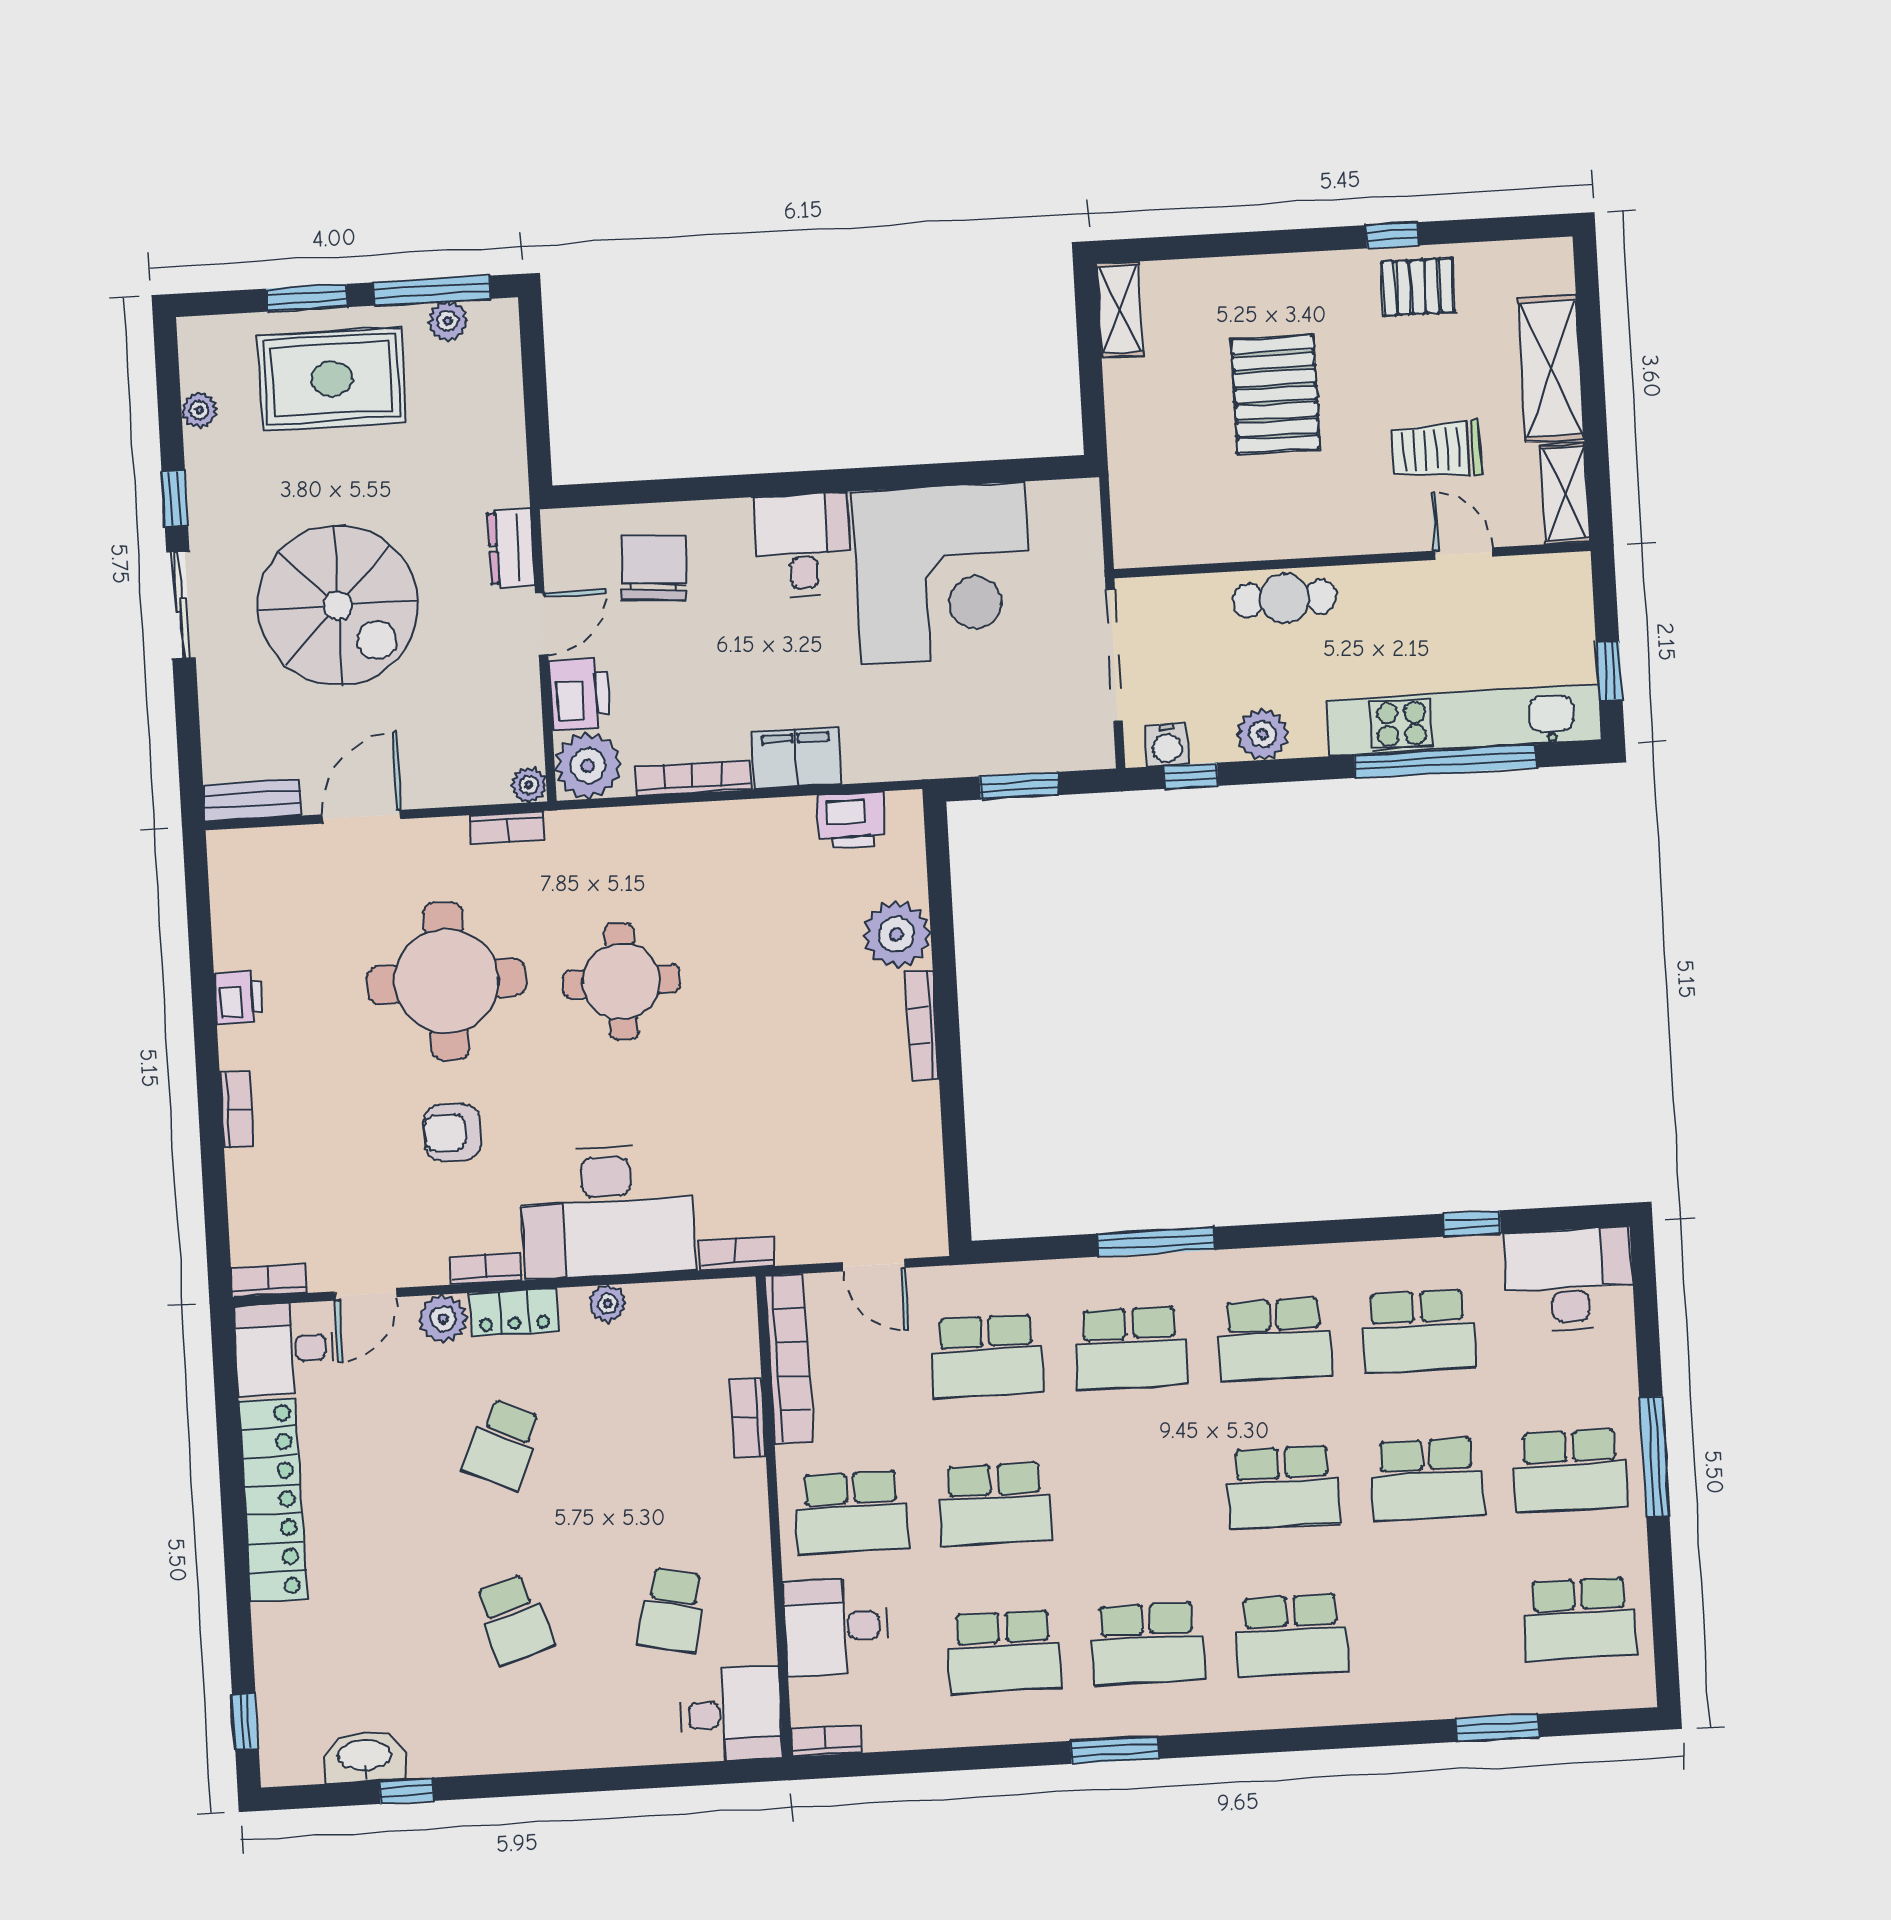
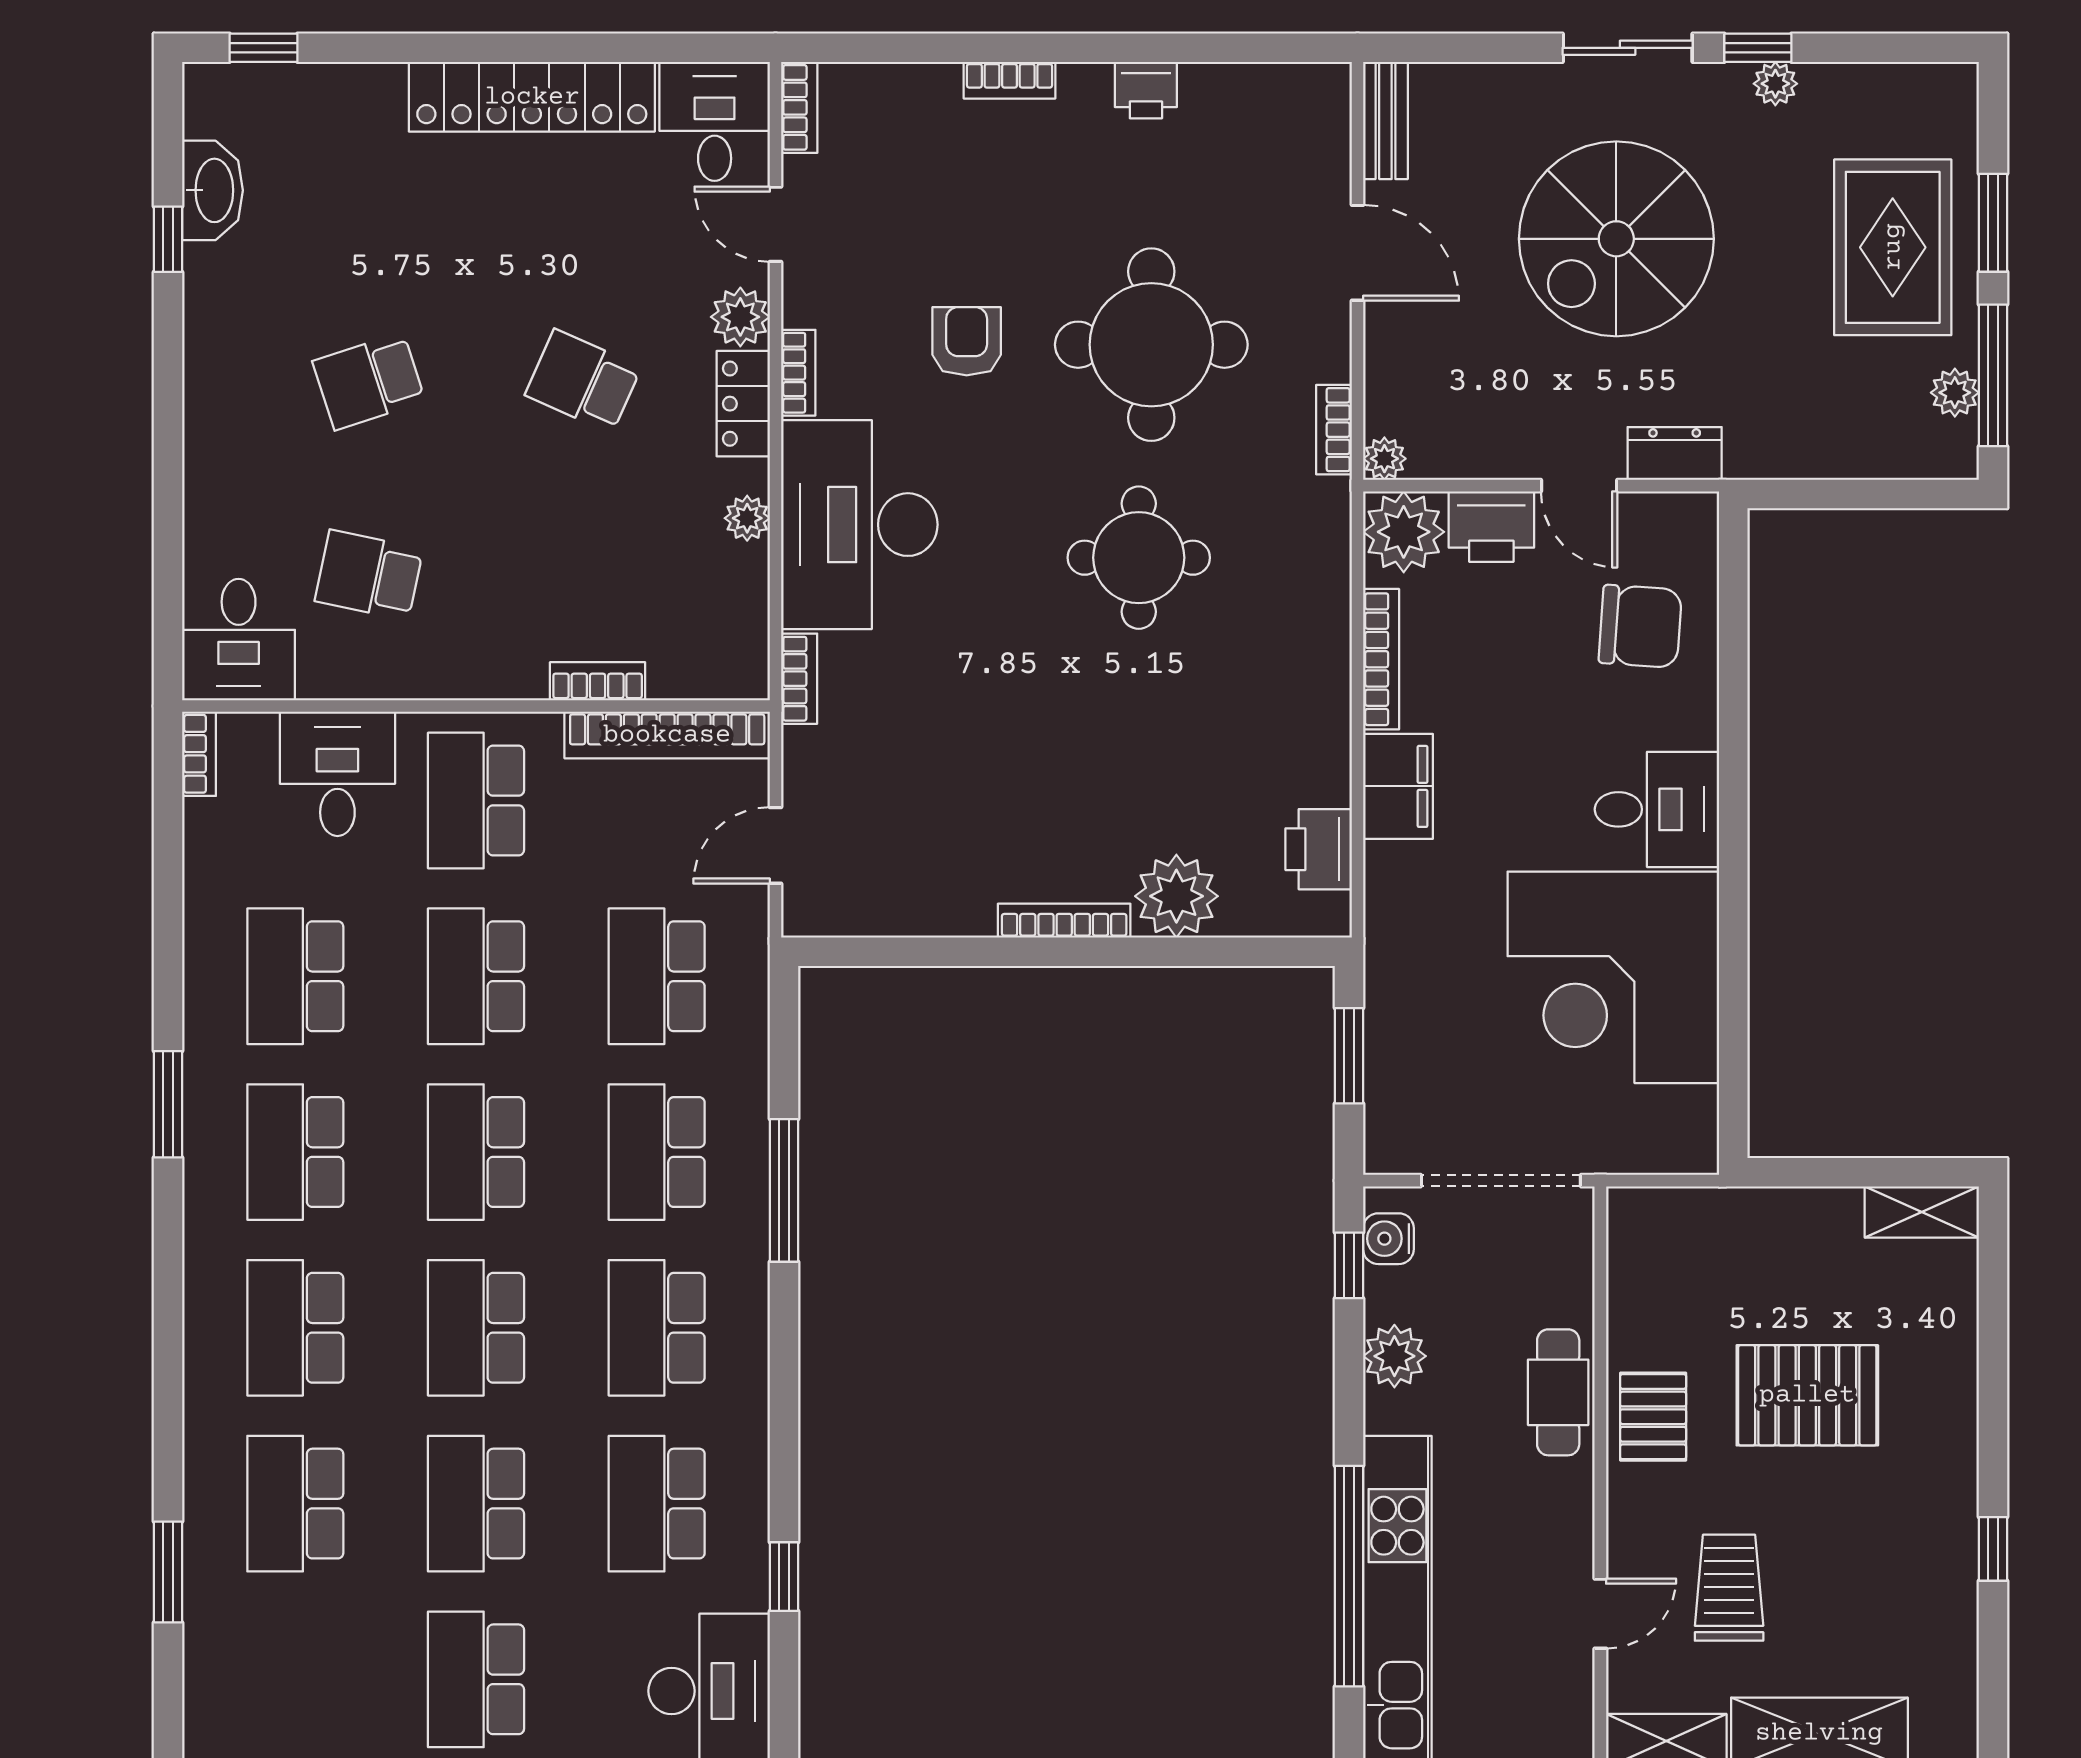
pallet: (1418, 287) -> (1653, 1417), moved
plant: (199, 410) -> (1775, 84), moved
school desk: (1139, 1496) -> (476, 1152), added
school desk: (1579, 1619) -> (295, 1504), moved

